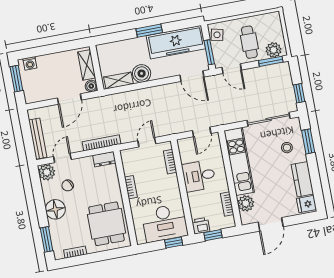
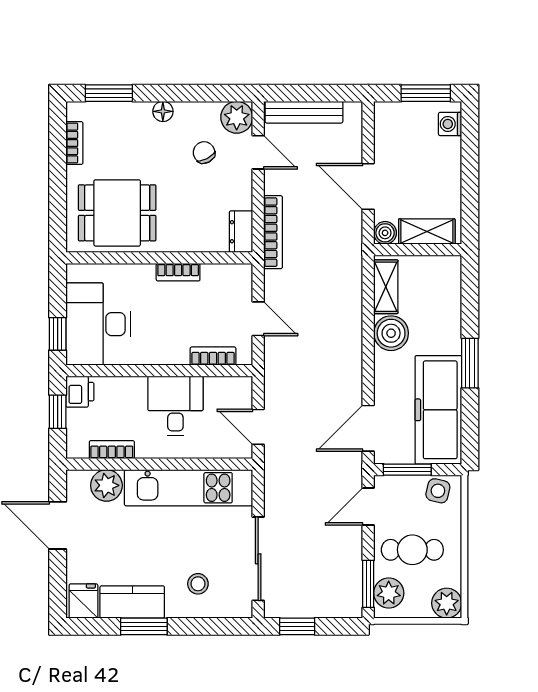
plant: (273, 20) -> (447, 603), added
window: (308, 141) -> (144, 626), moved
floor lamp: (55, 209) -> (163, 111), width x0.53, depth x0.53

